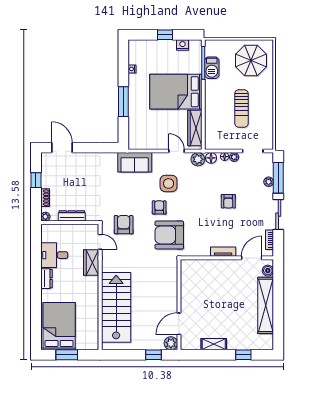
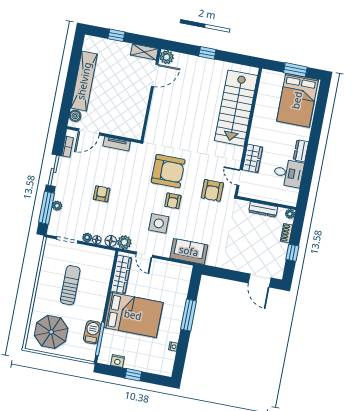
wall: (179, 305) -> (151, 95), moved
door: (179, 324) -> (155, 75), moved
plant: (171, 343) -> (167, 57), moved

